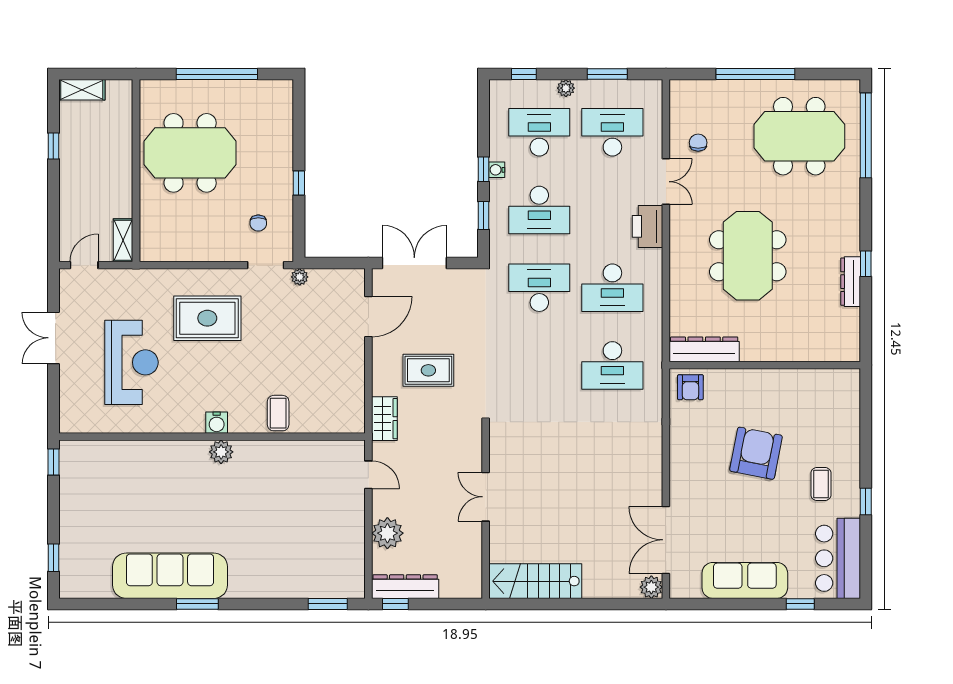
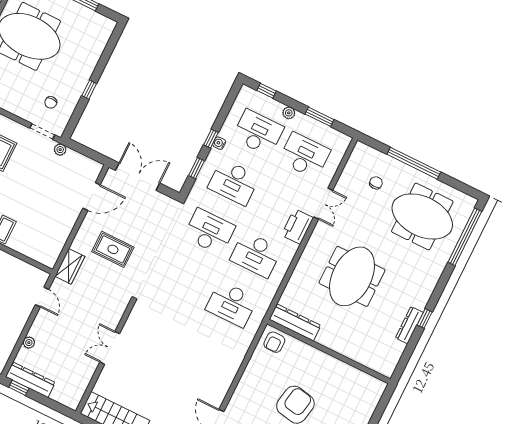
chair: (698, 143) -> (376, 183), moved
plant: (387, 533) -> (29, 343), width x0.53, depth x0.53

